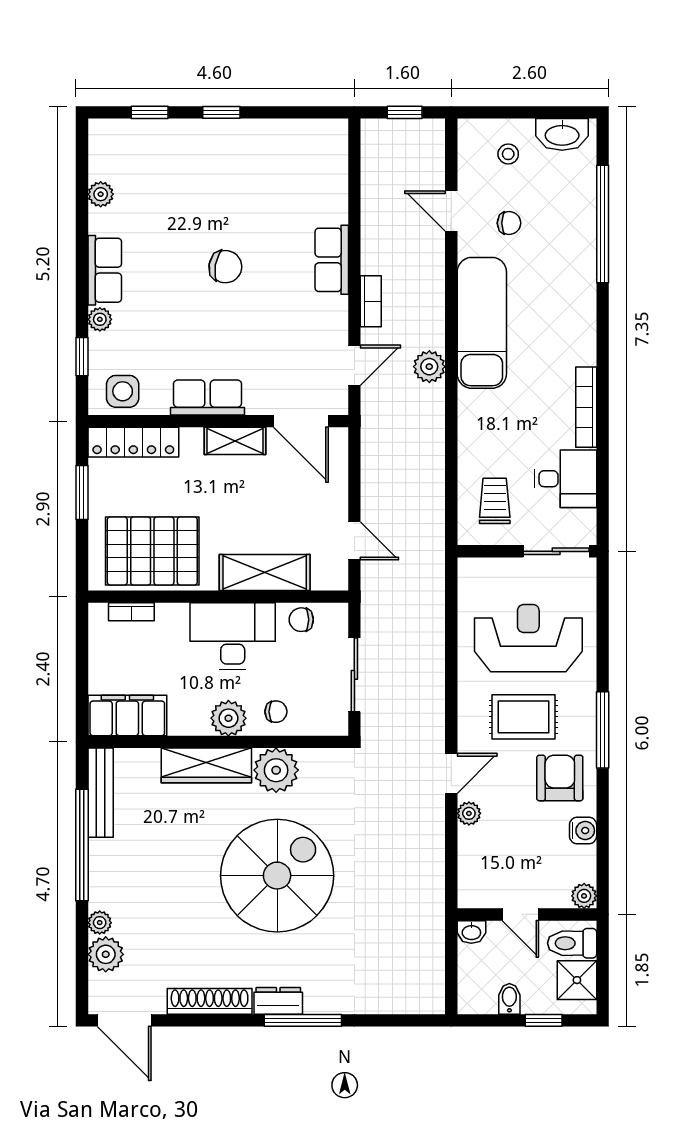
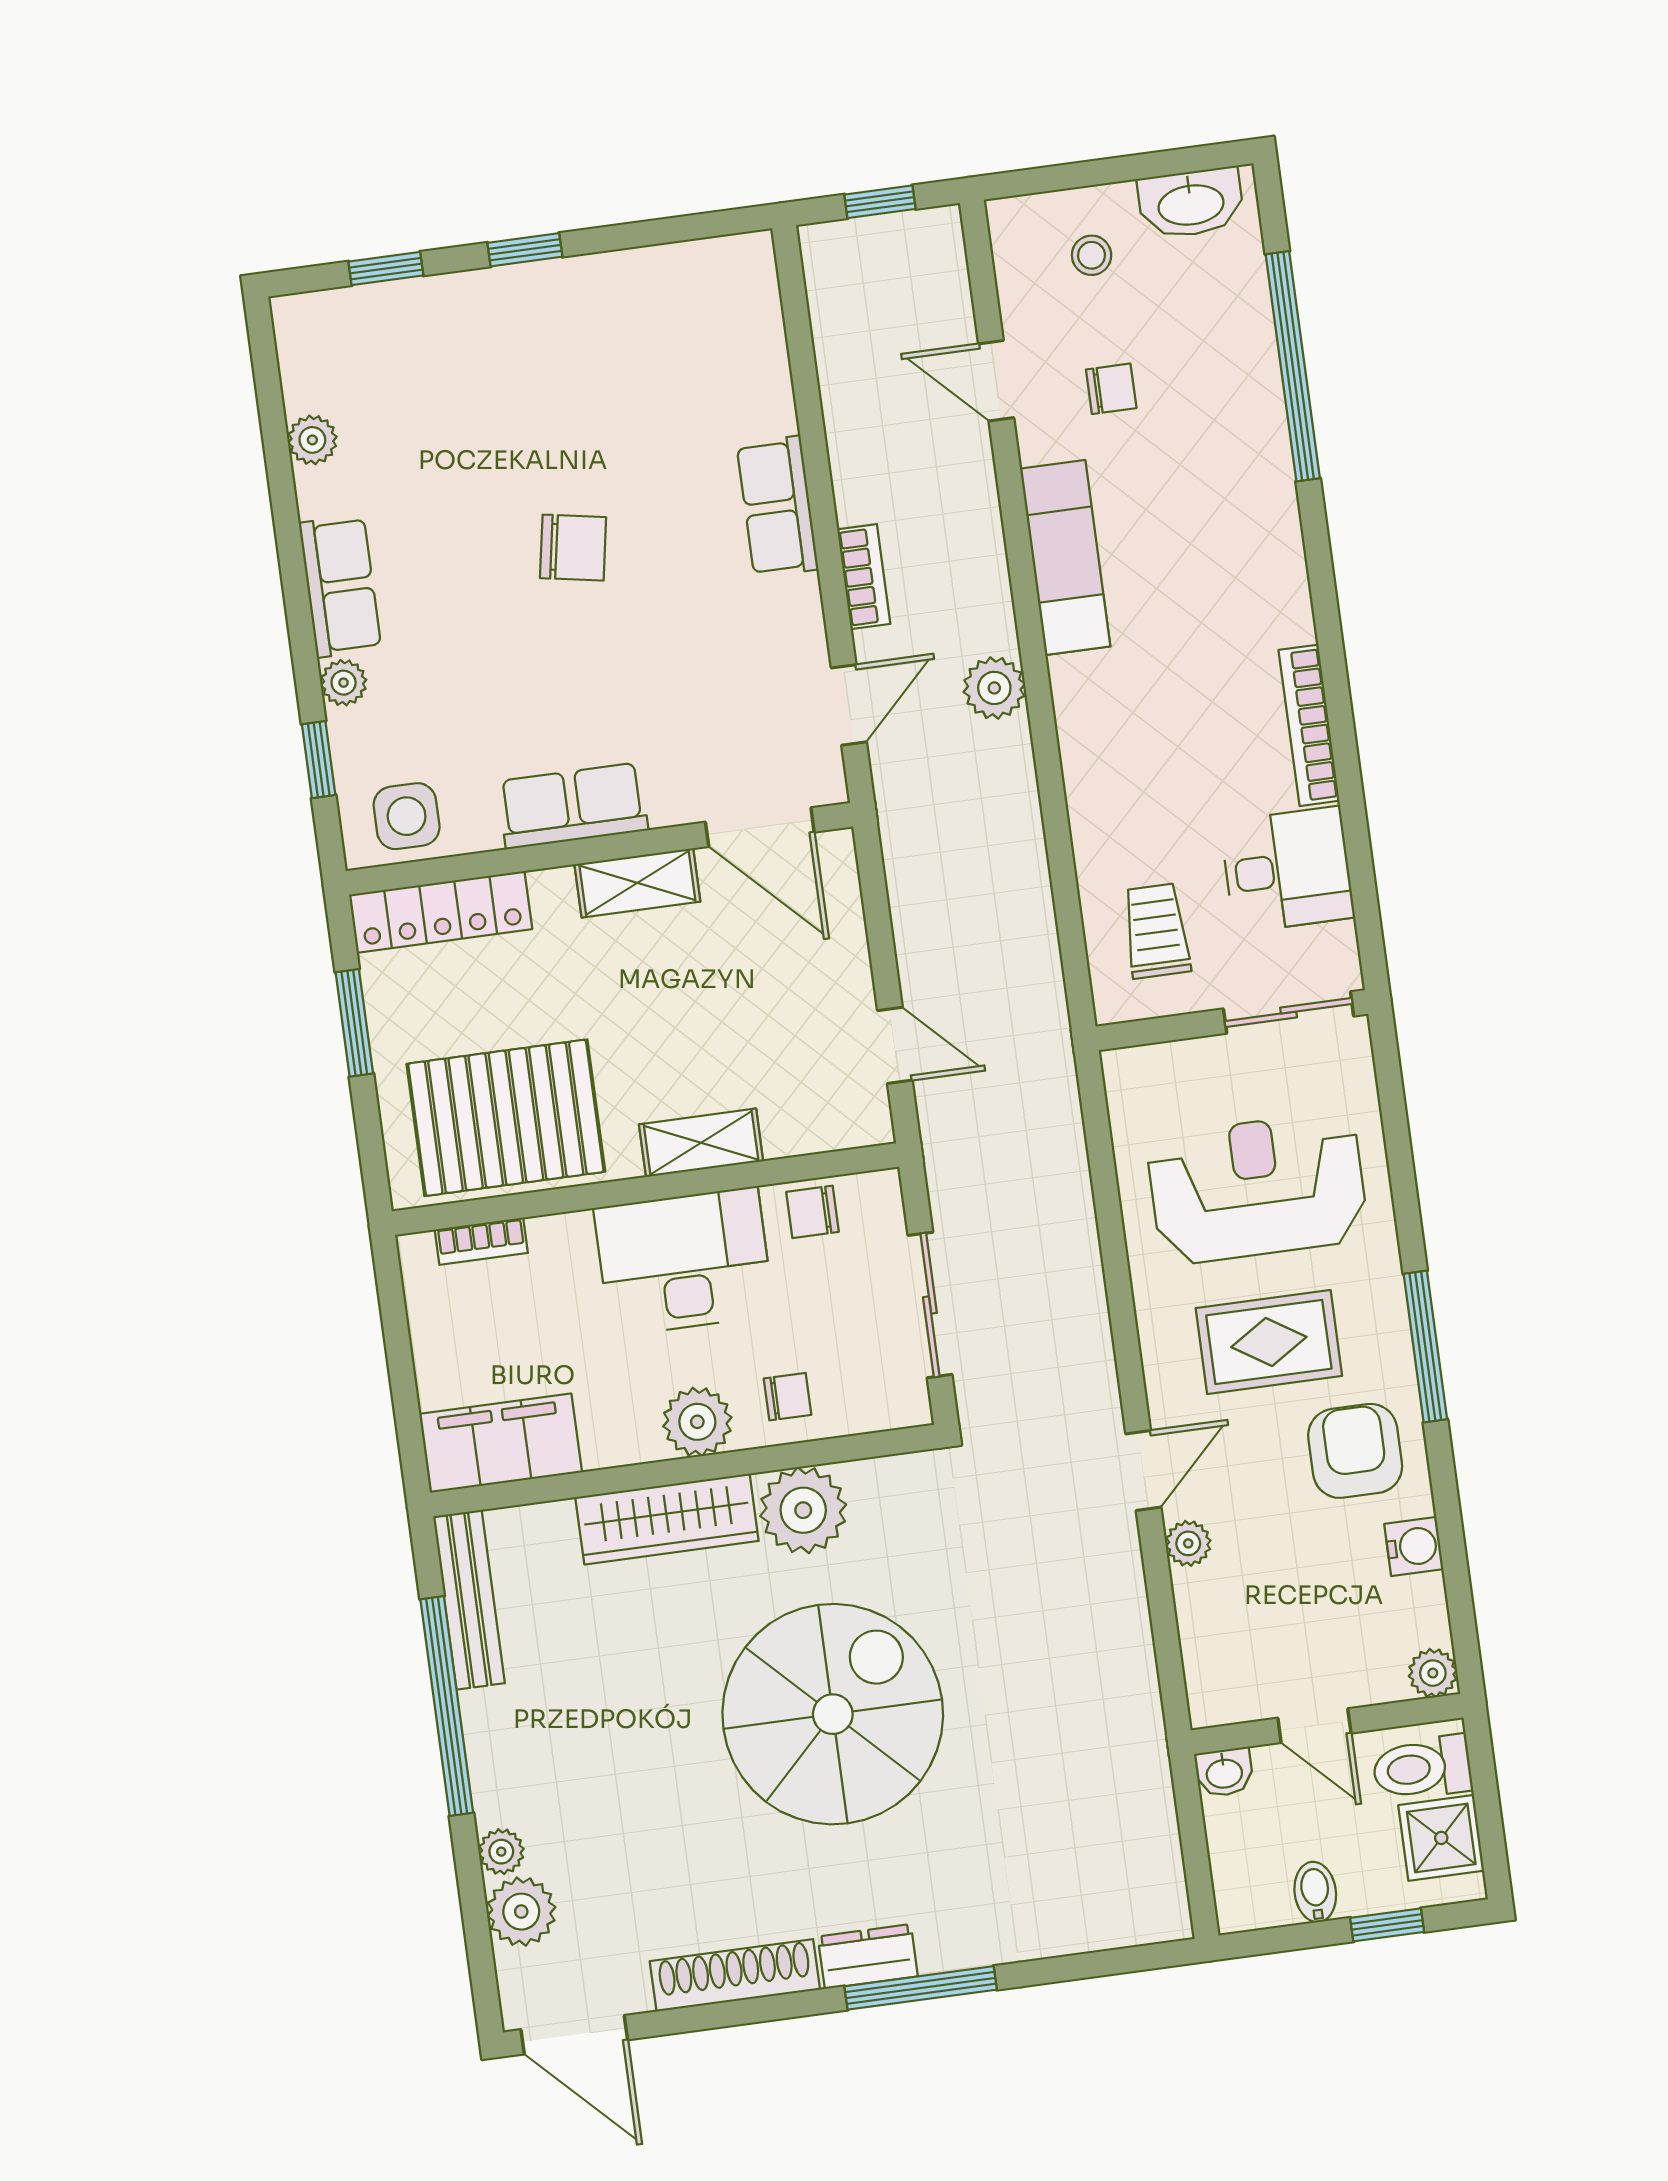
exam couch: (482, 323) -> (1065, 558), width x0.73, depth x0.69
shelving: (265, 572) -> (701, 1143), width x0.67, depth x0.75

